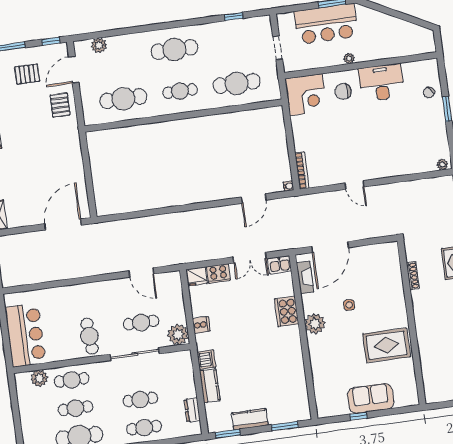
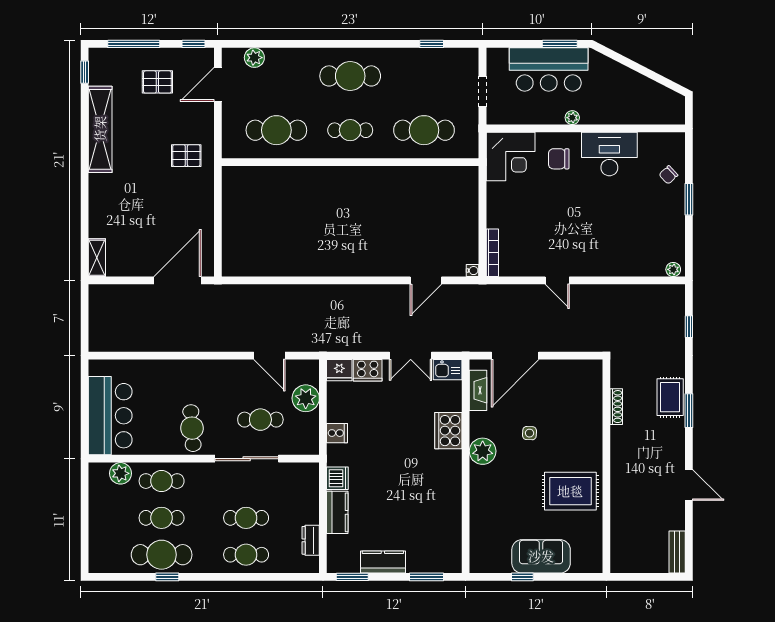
pallet: (60, 105) -> (186, 156), moved, turned 90
plant: (178, 335) -> (306, 398), moved

